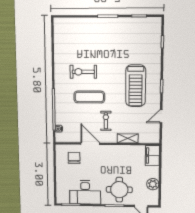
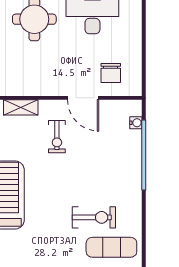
exercise mat: (89, 97) -> (111, 247), moved

